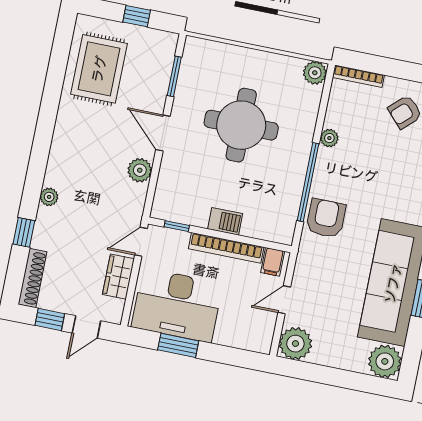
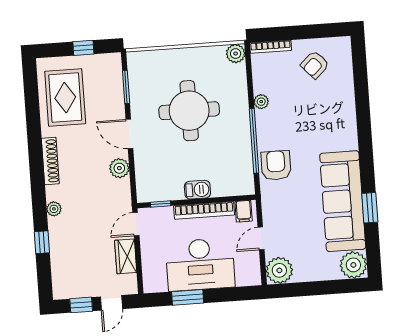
shoe rack: (33, 278) -> (50, 161), moved
desk: (177, 305) -> (200, 264), moved

